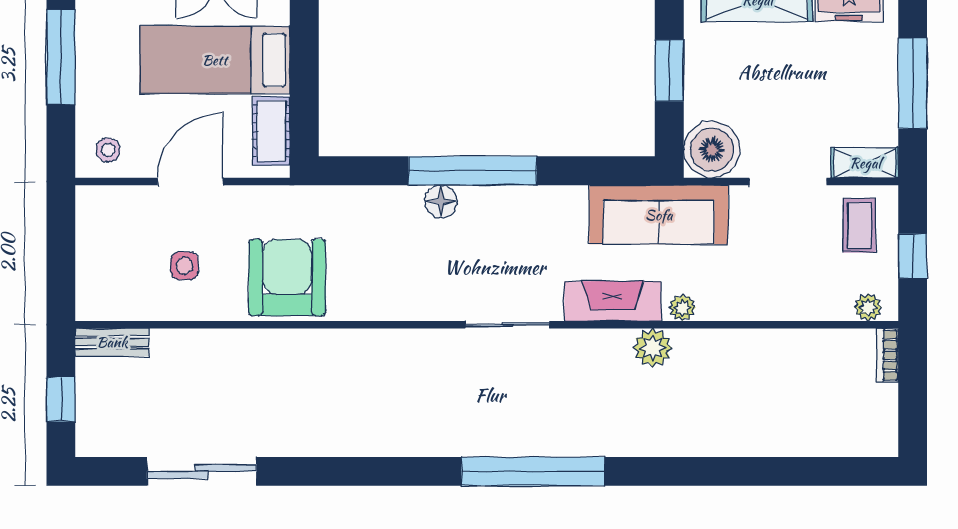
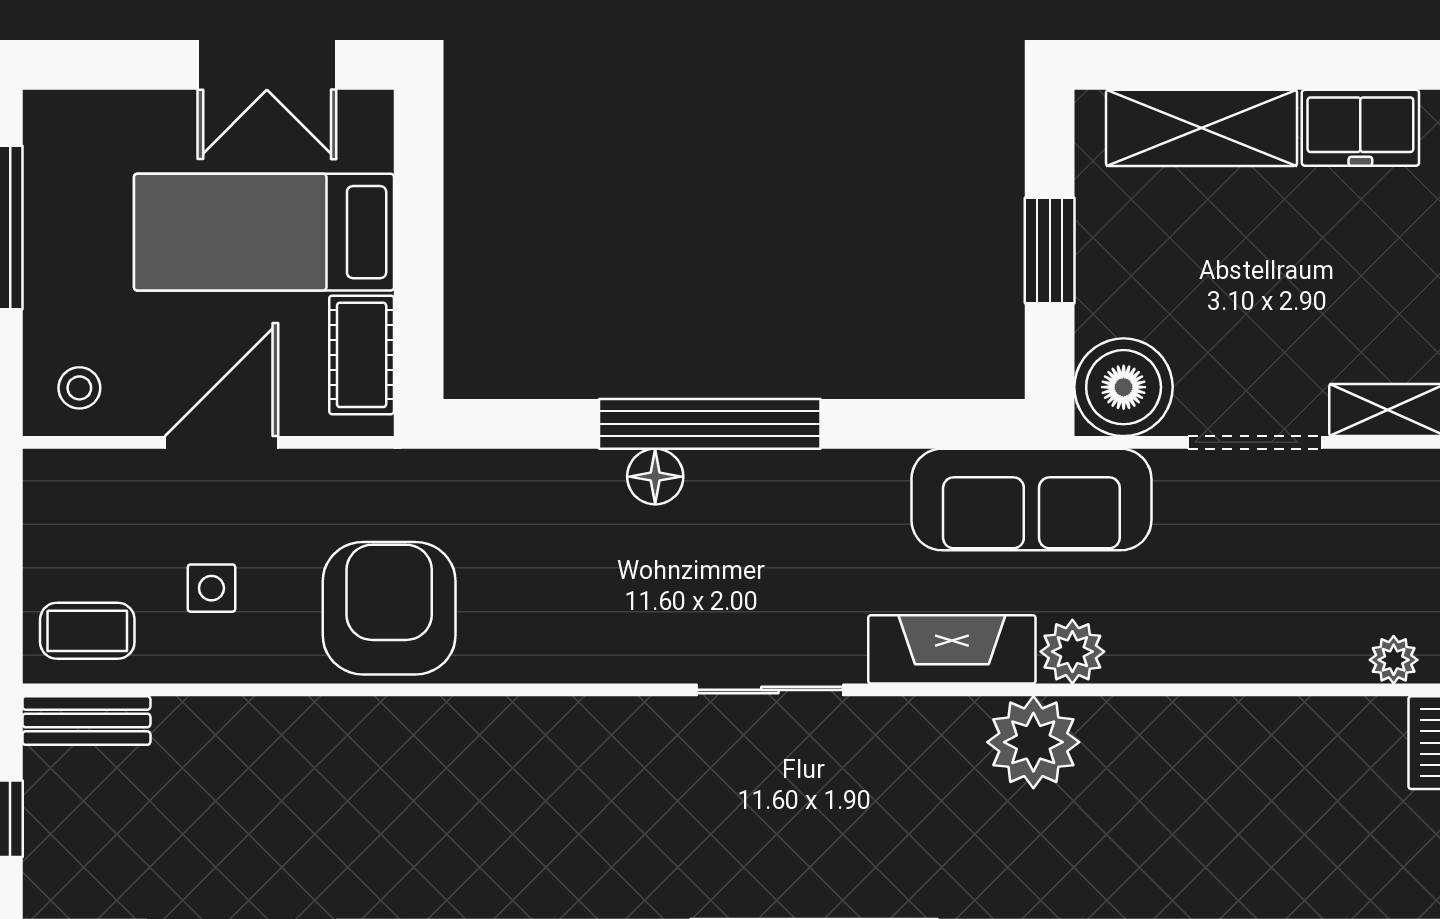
coffee table: (859, 225) -> (87, 631), moved, turned 90
plant: (682, 308) -> (1072, 652), width x1.38, depth x1.38
plant: (653, 348) -> (1033, 742), width x1.36, depth x1.36

